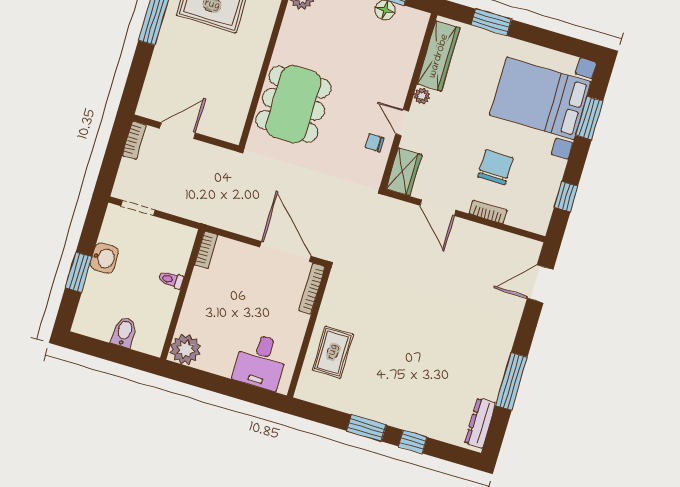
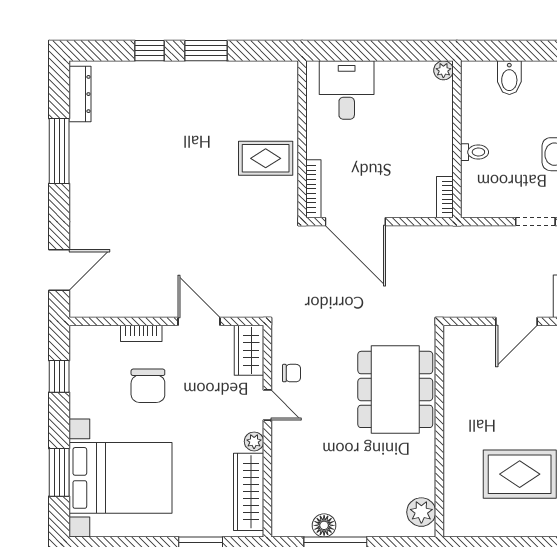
plant: (185, 349) -> (443, 70), width x0.53, depth x0.53
rug: (333, 352) -> (266, 158), moved, turned 90

